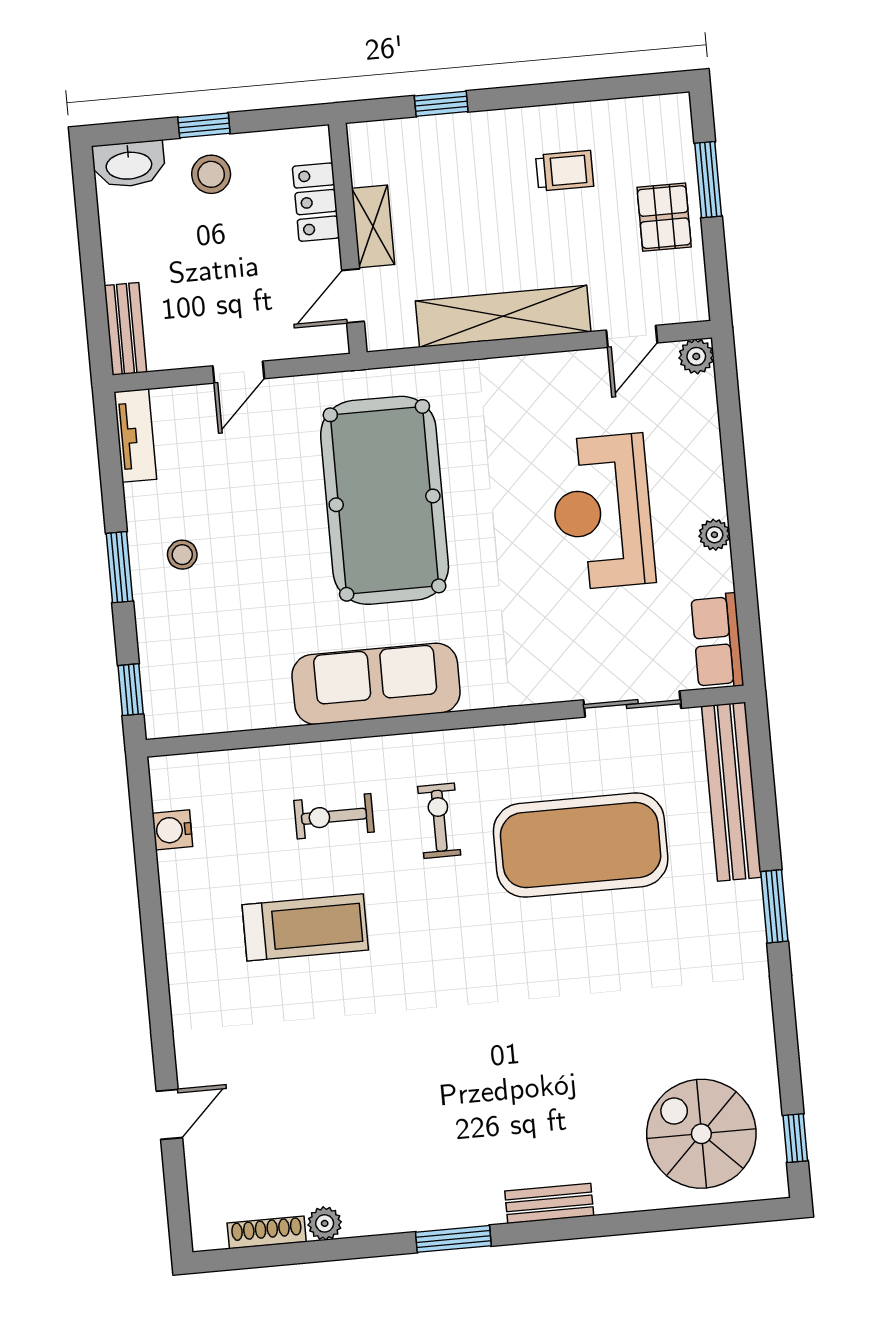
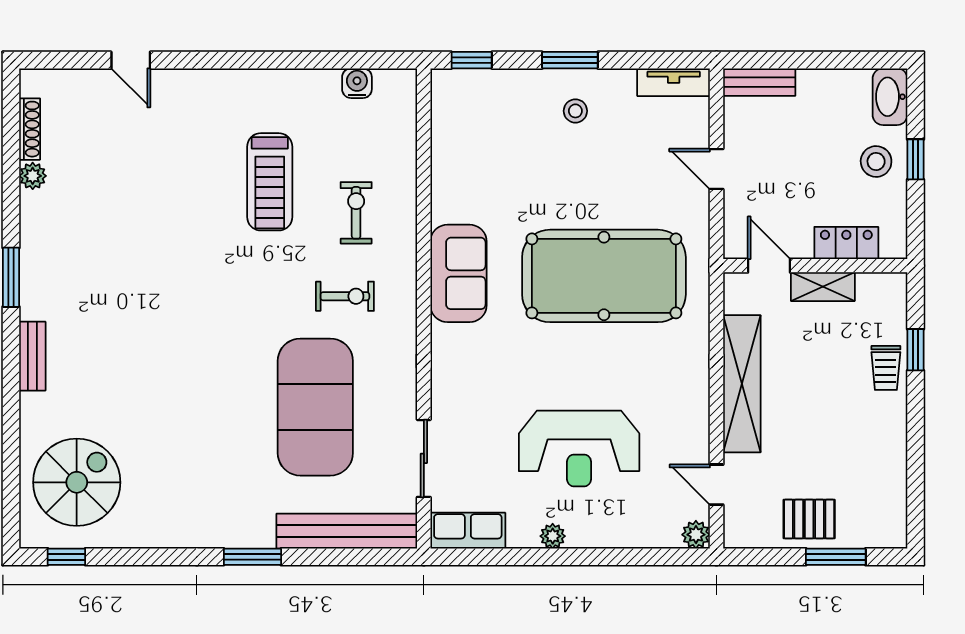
trolley: (565, 171) -> (886, 368), moved
reception desk: (602, 512) -> (579, 448), turned 180
sofa: (376, 684) -> (459, 273), width x0.73

